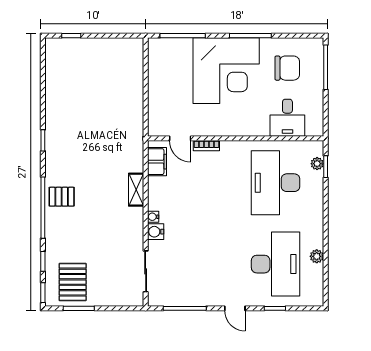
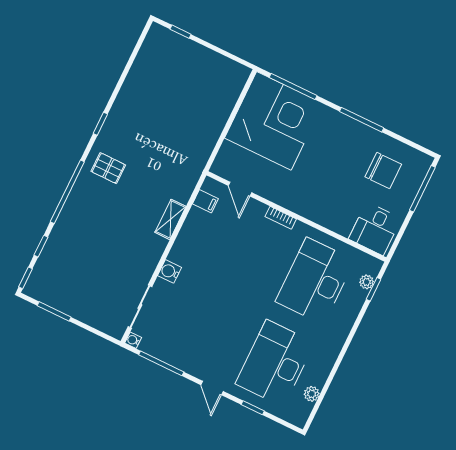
corner desk: (226, 71) -> (274, 121), moved, turned -90
desk: (287, 118) -> (375, 229), moved
bookcase: (206, 146) -> (281, 218), moved
filing cabinet: (157, 162) -> (205, 201), width x0.50
pallet: (62, 197) -> (108, 168), moved
water cooler: (153, 217) -> (133, 340), moved
plant: (317, 256) -> (312, 394), moved
desk: (276, 264) -> (275, 363), turned 180
pallet: (73, 282) -> (61, 282), removed

